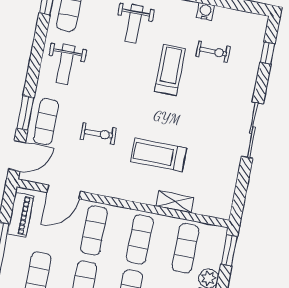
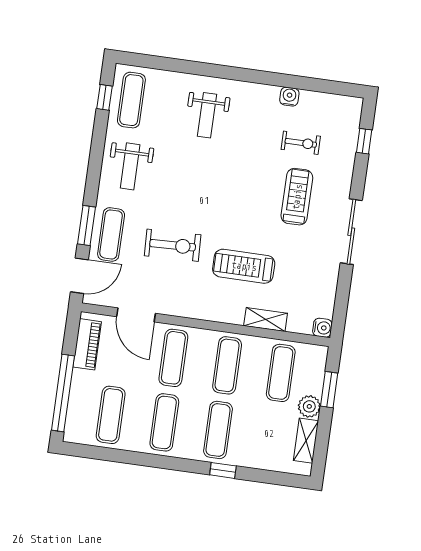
treadmill: (170, 70) -> (297, 197), moved
exercise bike: (98, 134) -> (173, 245), width x1.38, depth x1.39
door: (64, 192) -> (136, 315), hinge flipped
water cooler: (223, 211) -> (322, 328), added
window: (229, 250) -> (329, 390), moved

